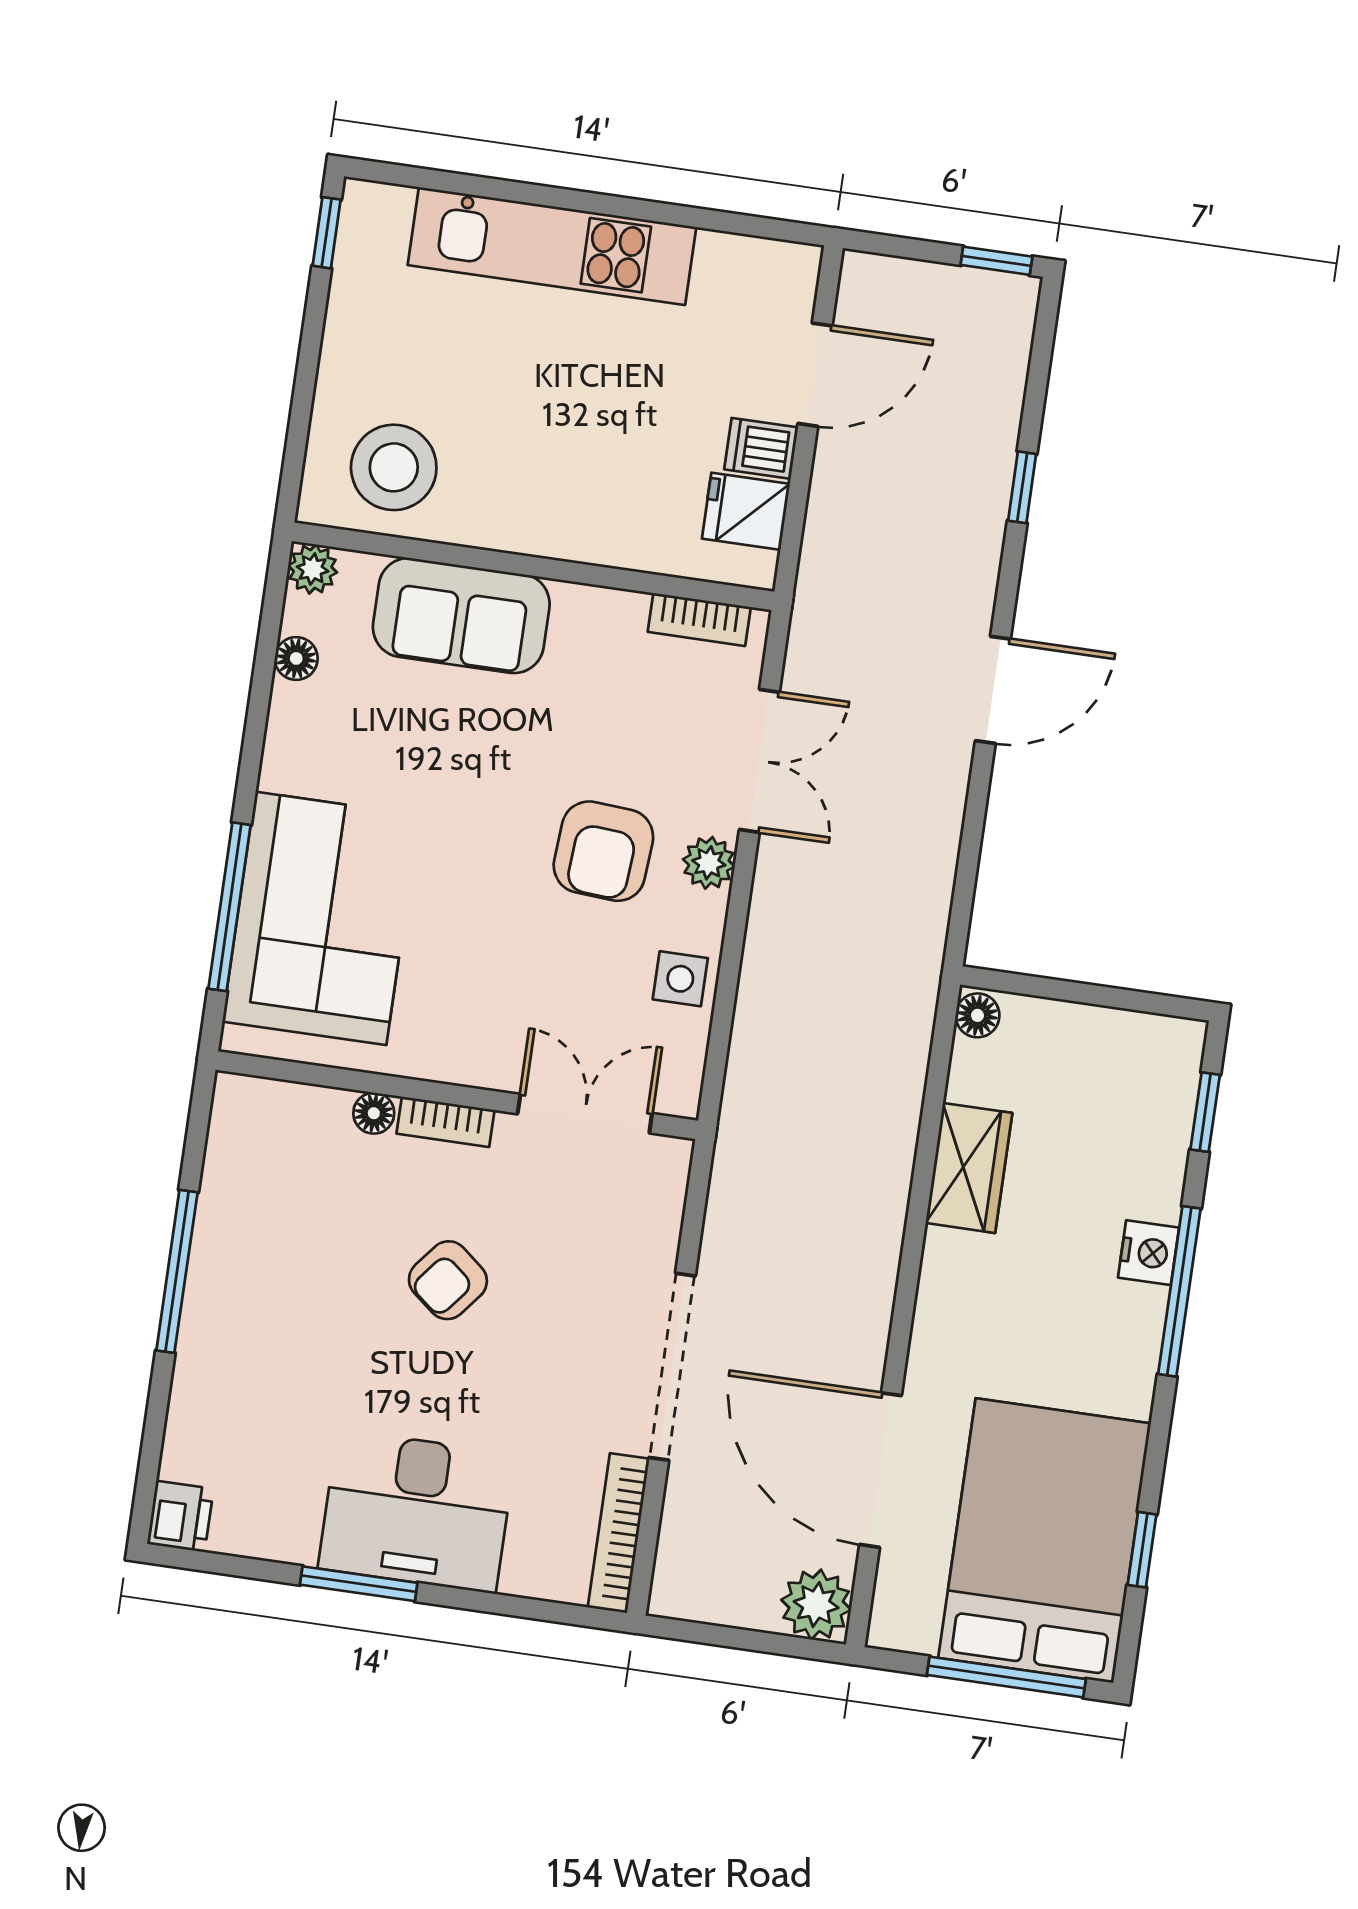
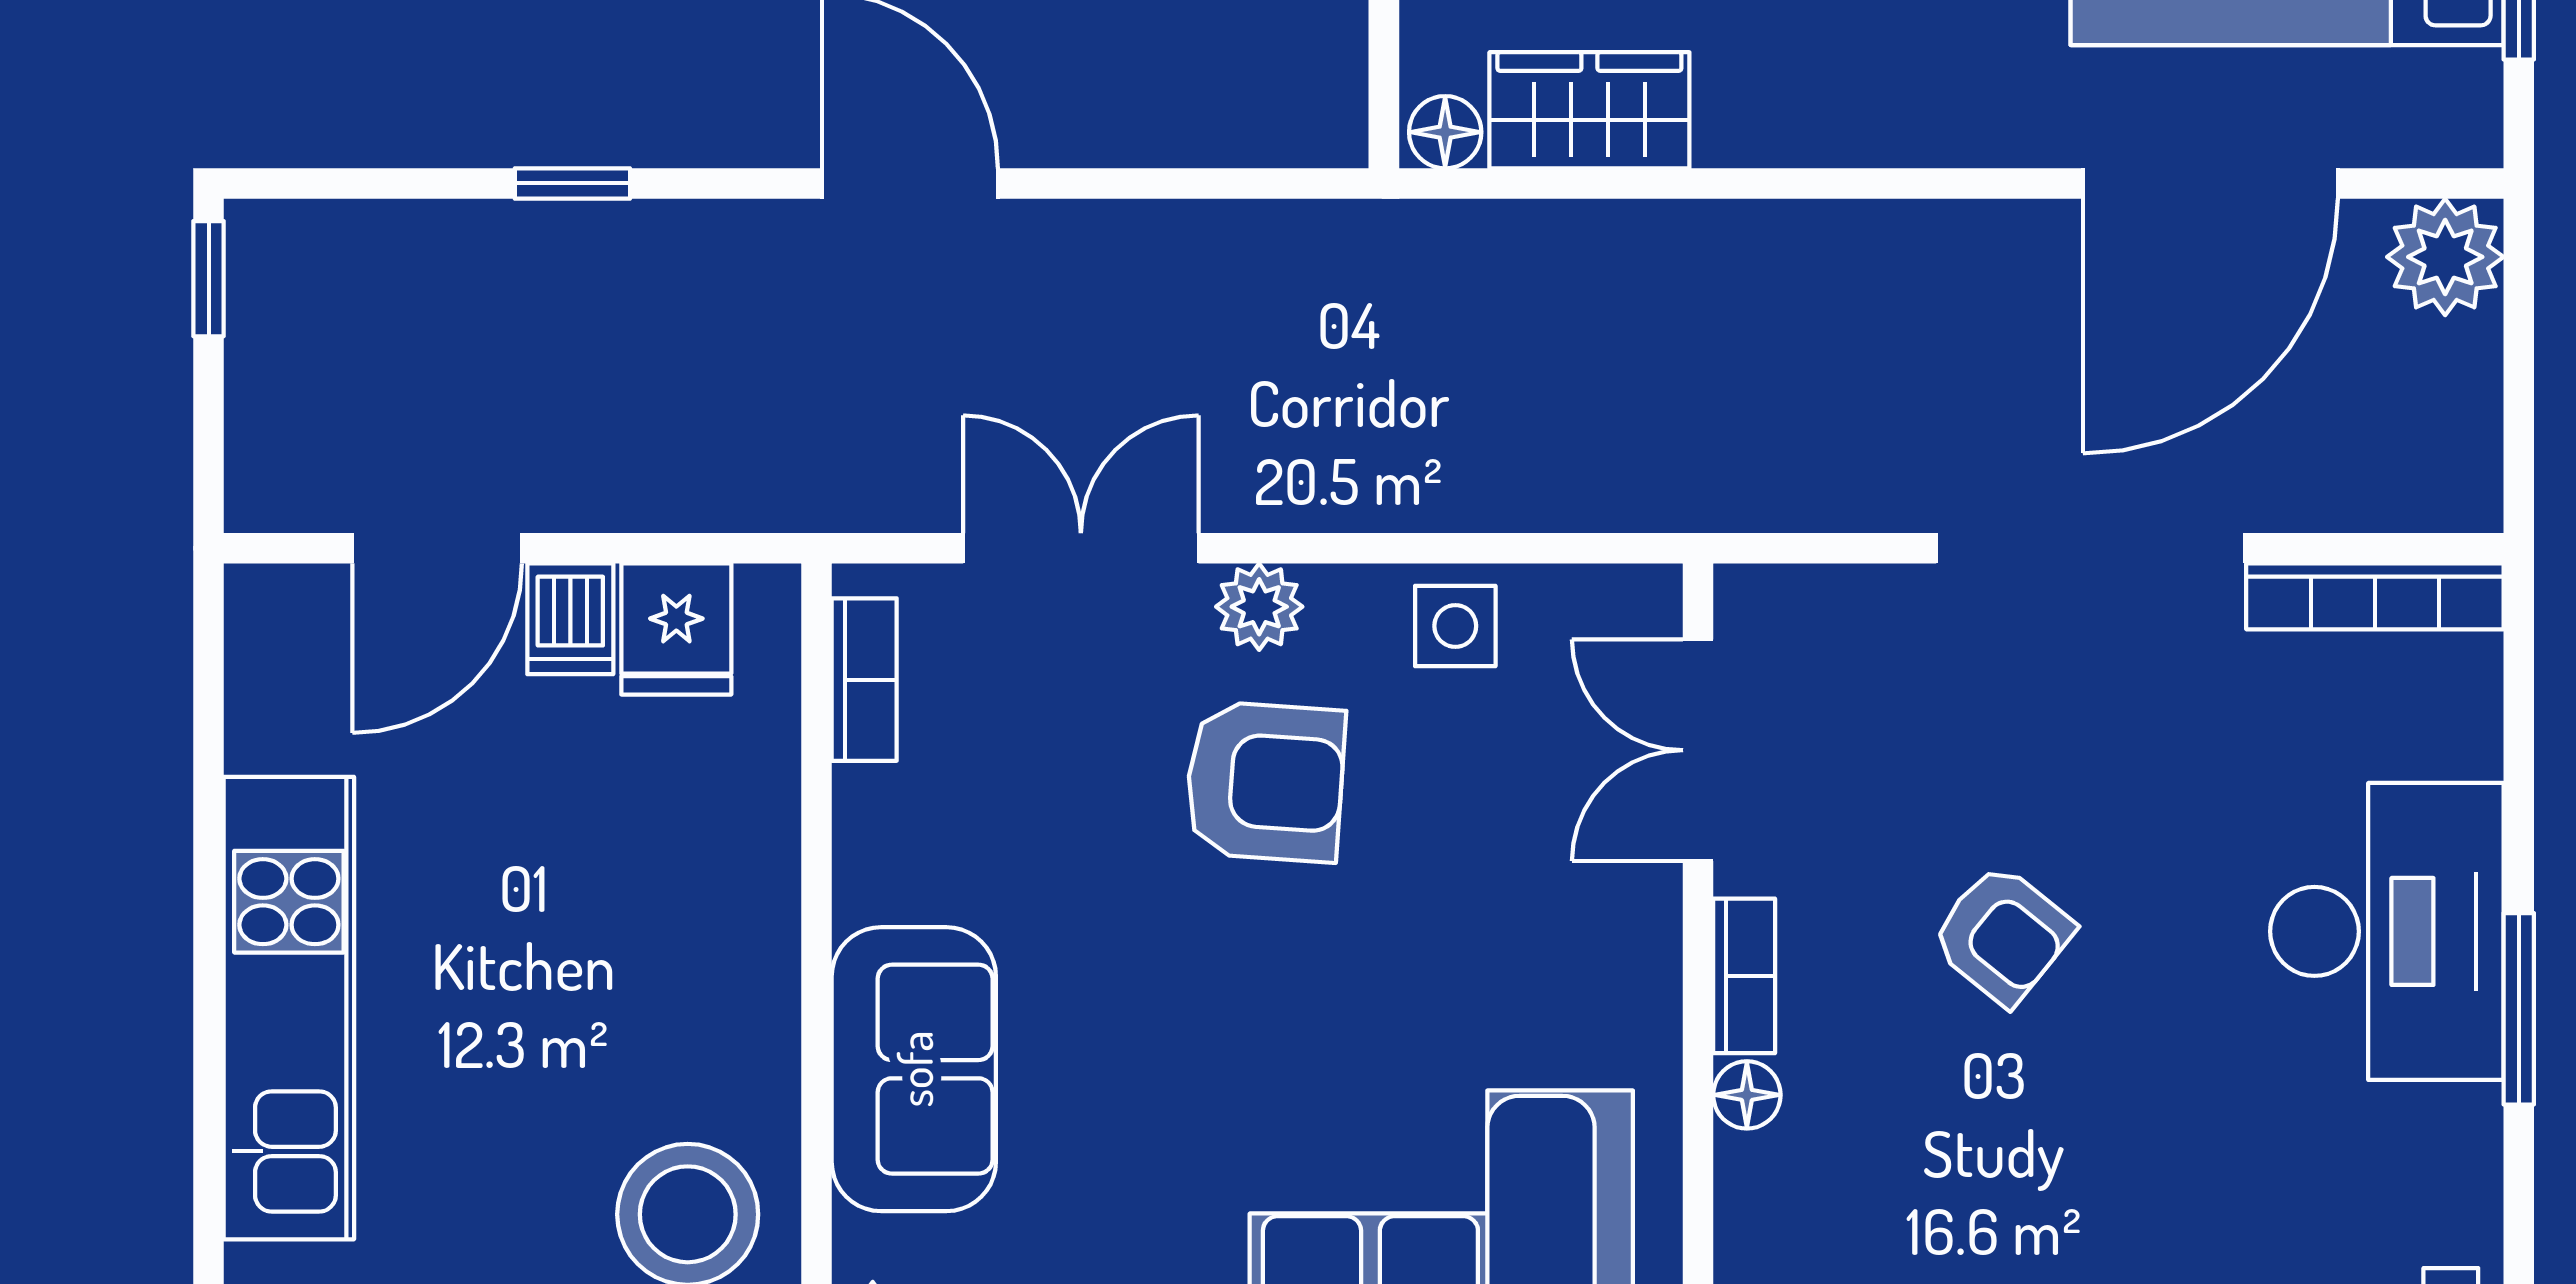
door: (815, 375) -> (437, 548), swing flipped
wardrobe: (969, 1168) -> (1589, 110), moved

